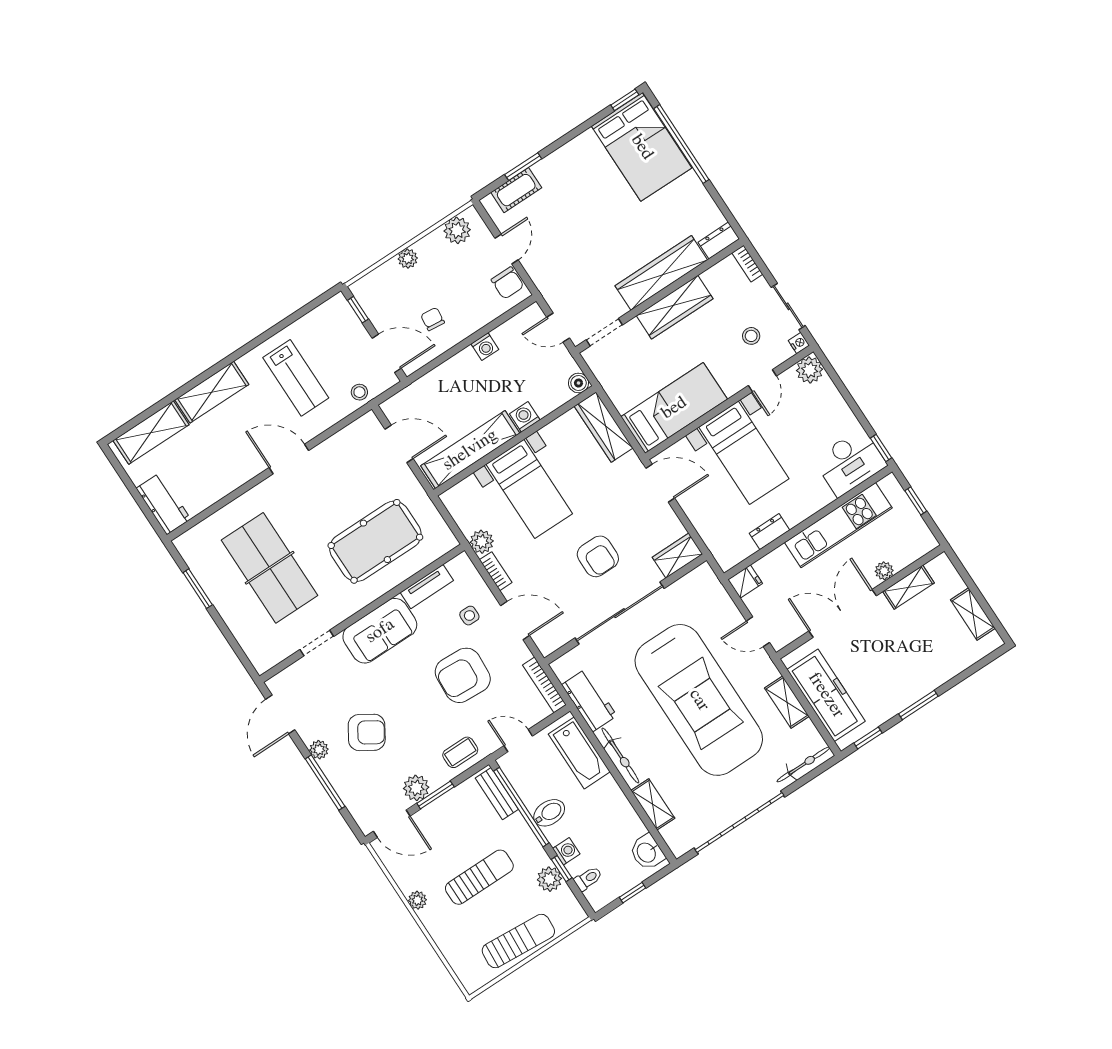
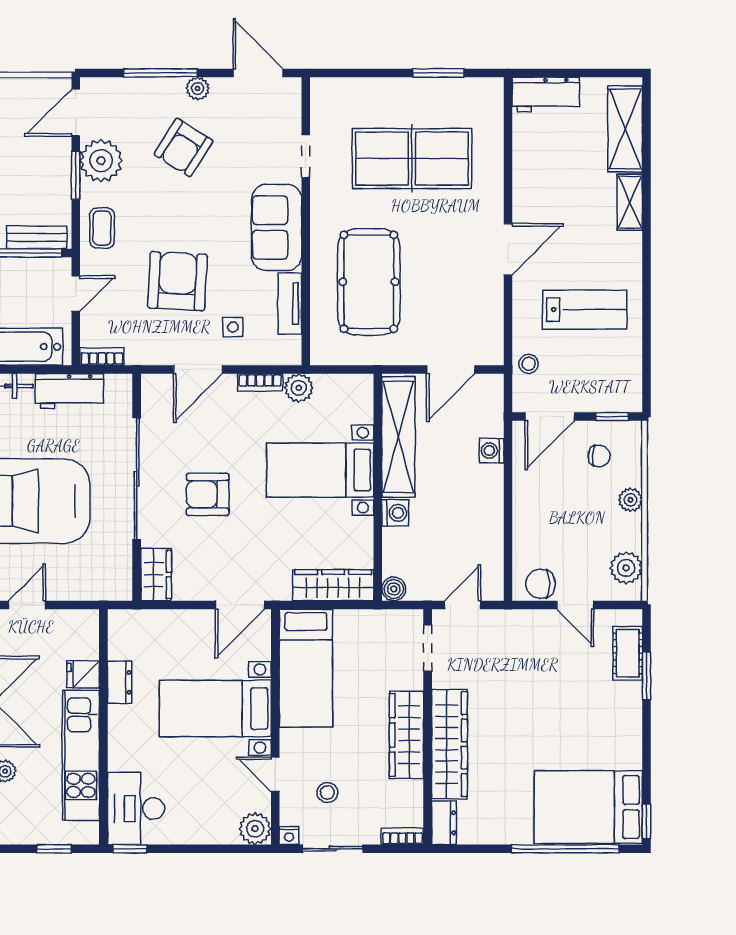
chair: (433, 319) -> (599, 456), moved
washing machine: (485, 347) -> (492, 451), moved
lab bench: (296, 378) -> (585, 310), turned 180
shelving: (212, 392) -> (630, 202), width x0.67, depth x0.75
fridge: (745, 582) -> (83, 674), moved, turned 90
bookcase: (544, 685) -> (102, 356), width x0.64
plant: (416, 788) -> (101, 161), width x1.36, depth x1.36

